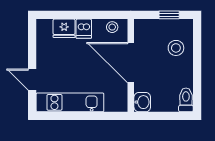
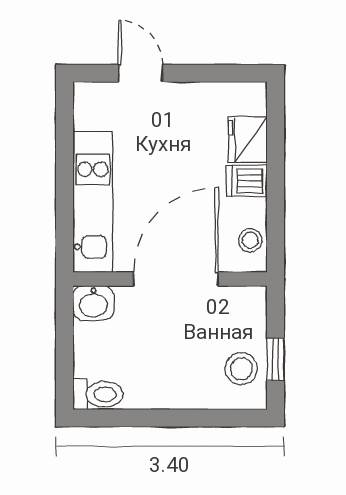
stool: (176, 48) -> (241, 369), moved
door: (32, 80) -> (140, 73), hinge flipped
kitchen unit: (70, 102) -> (93, 202), moved

